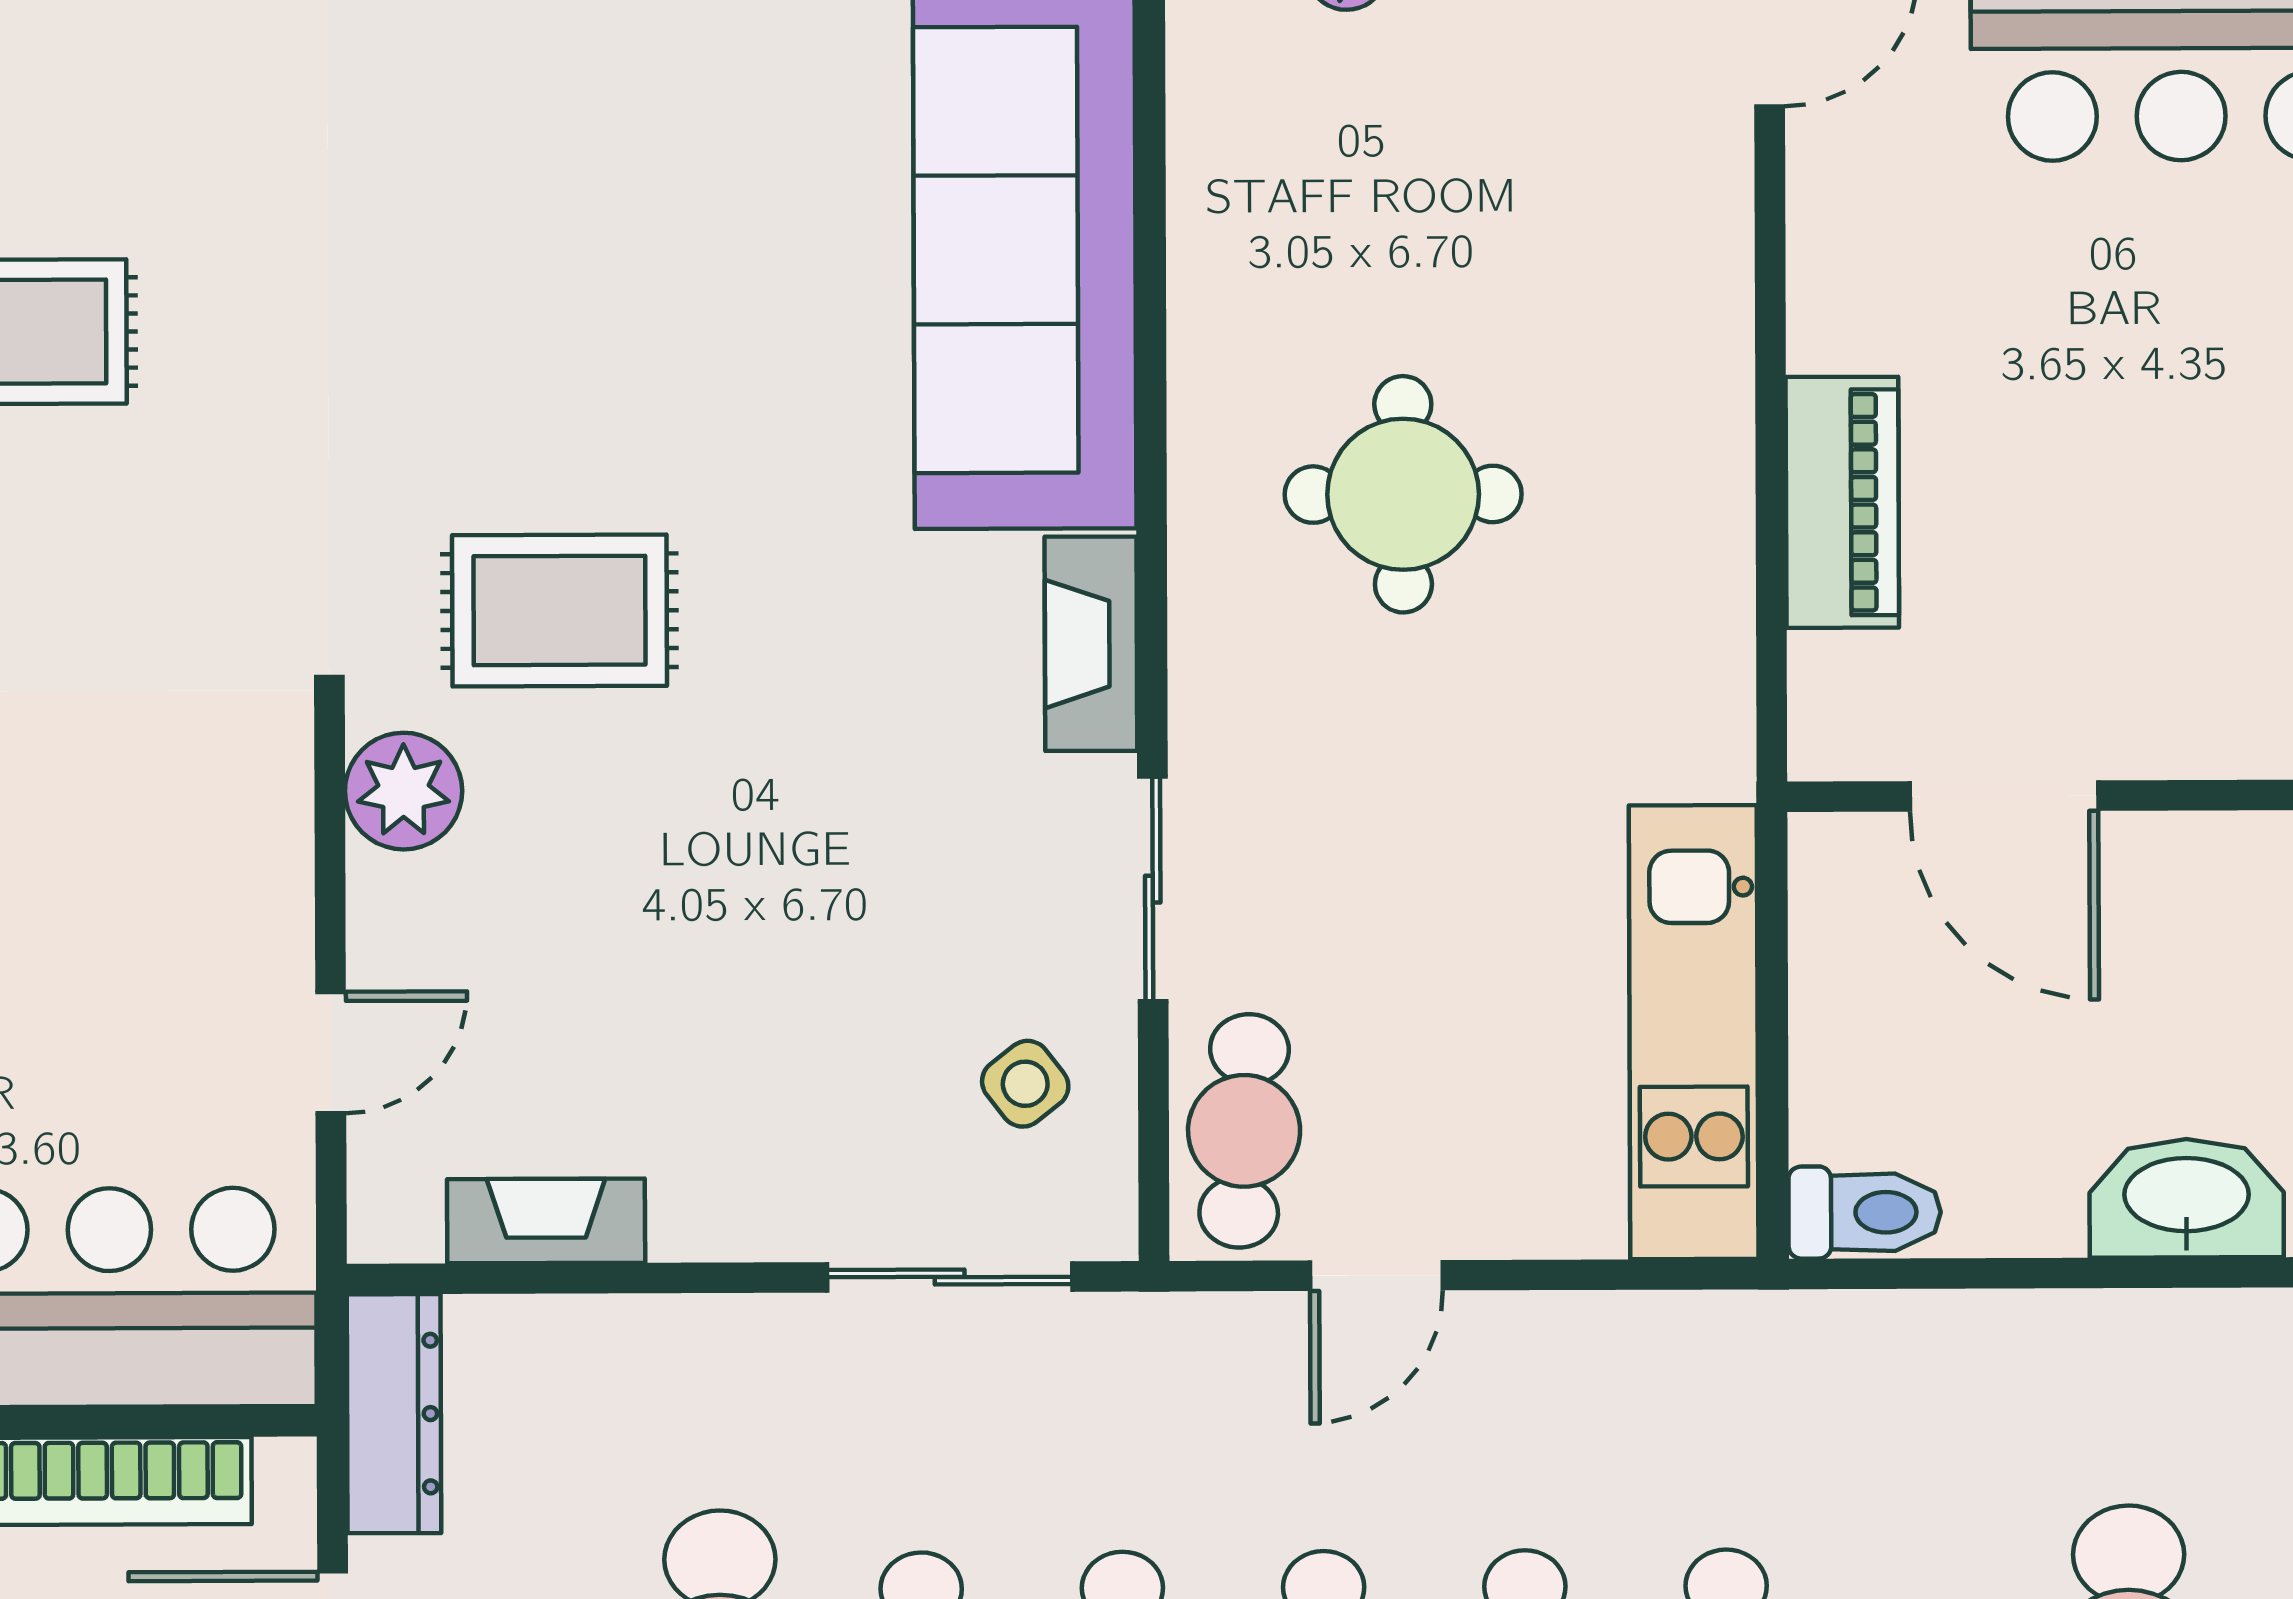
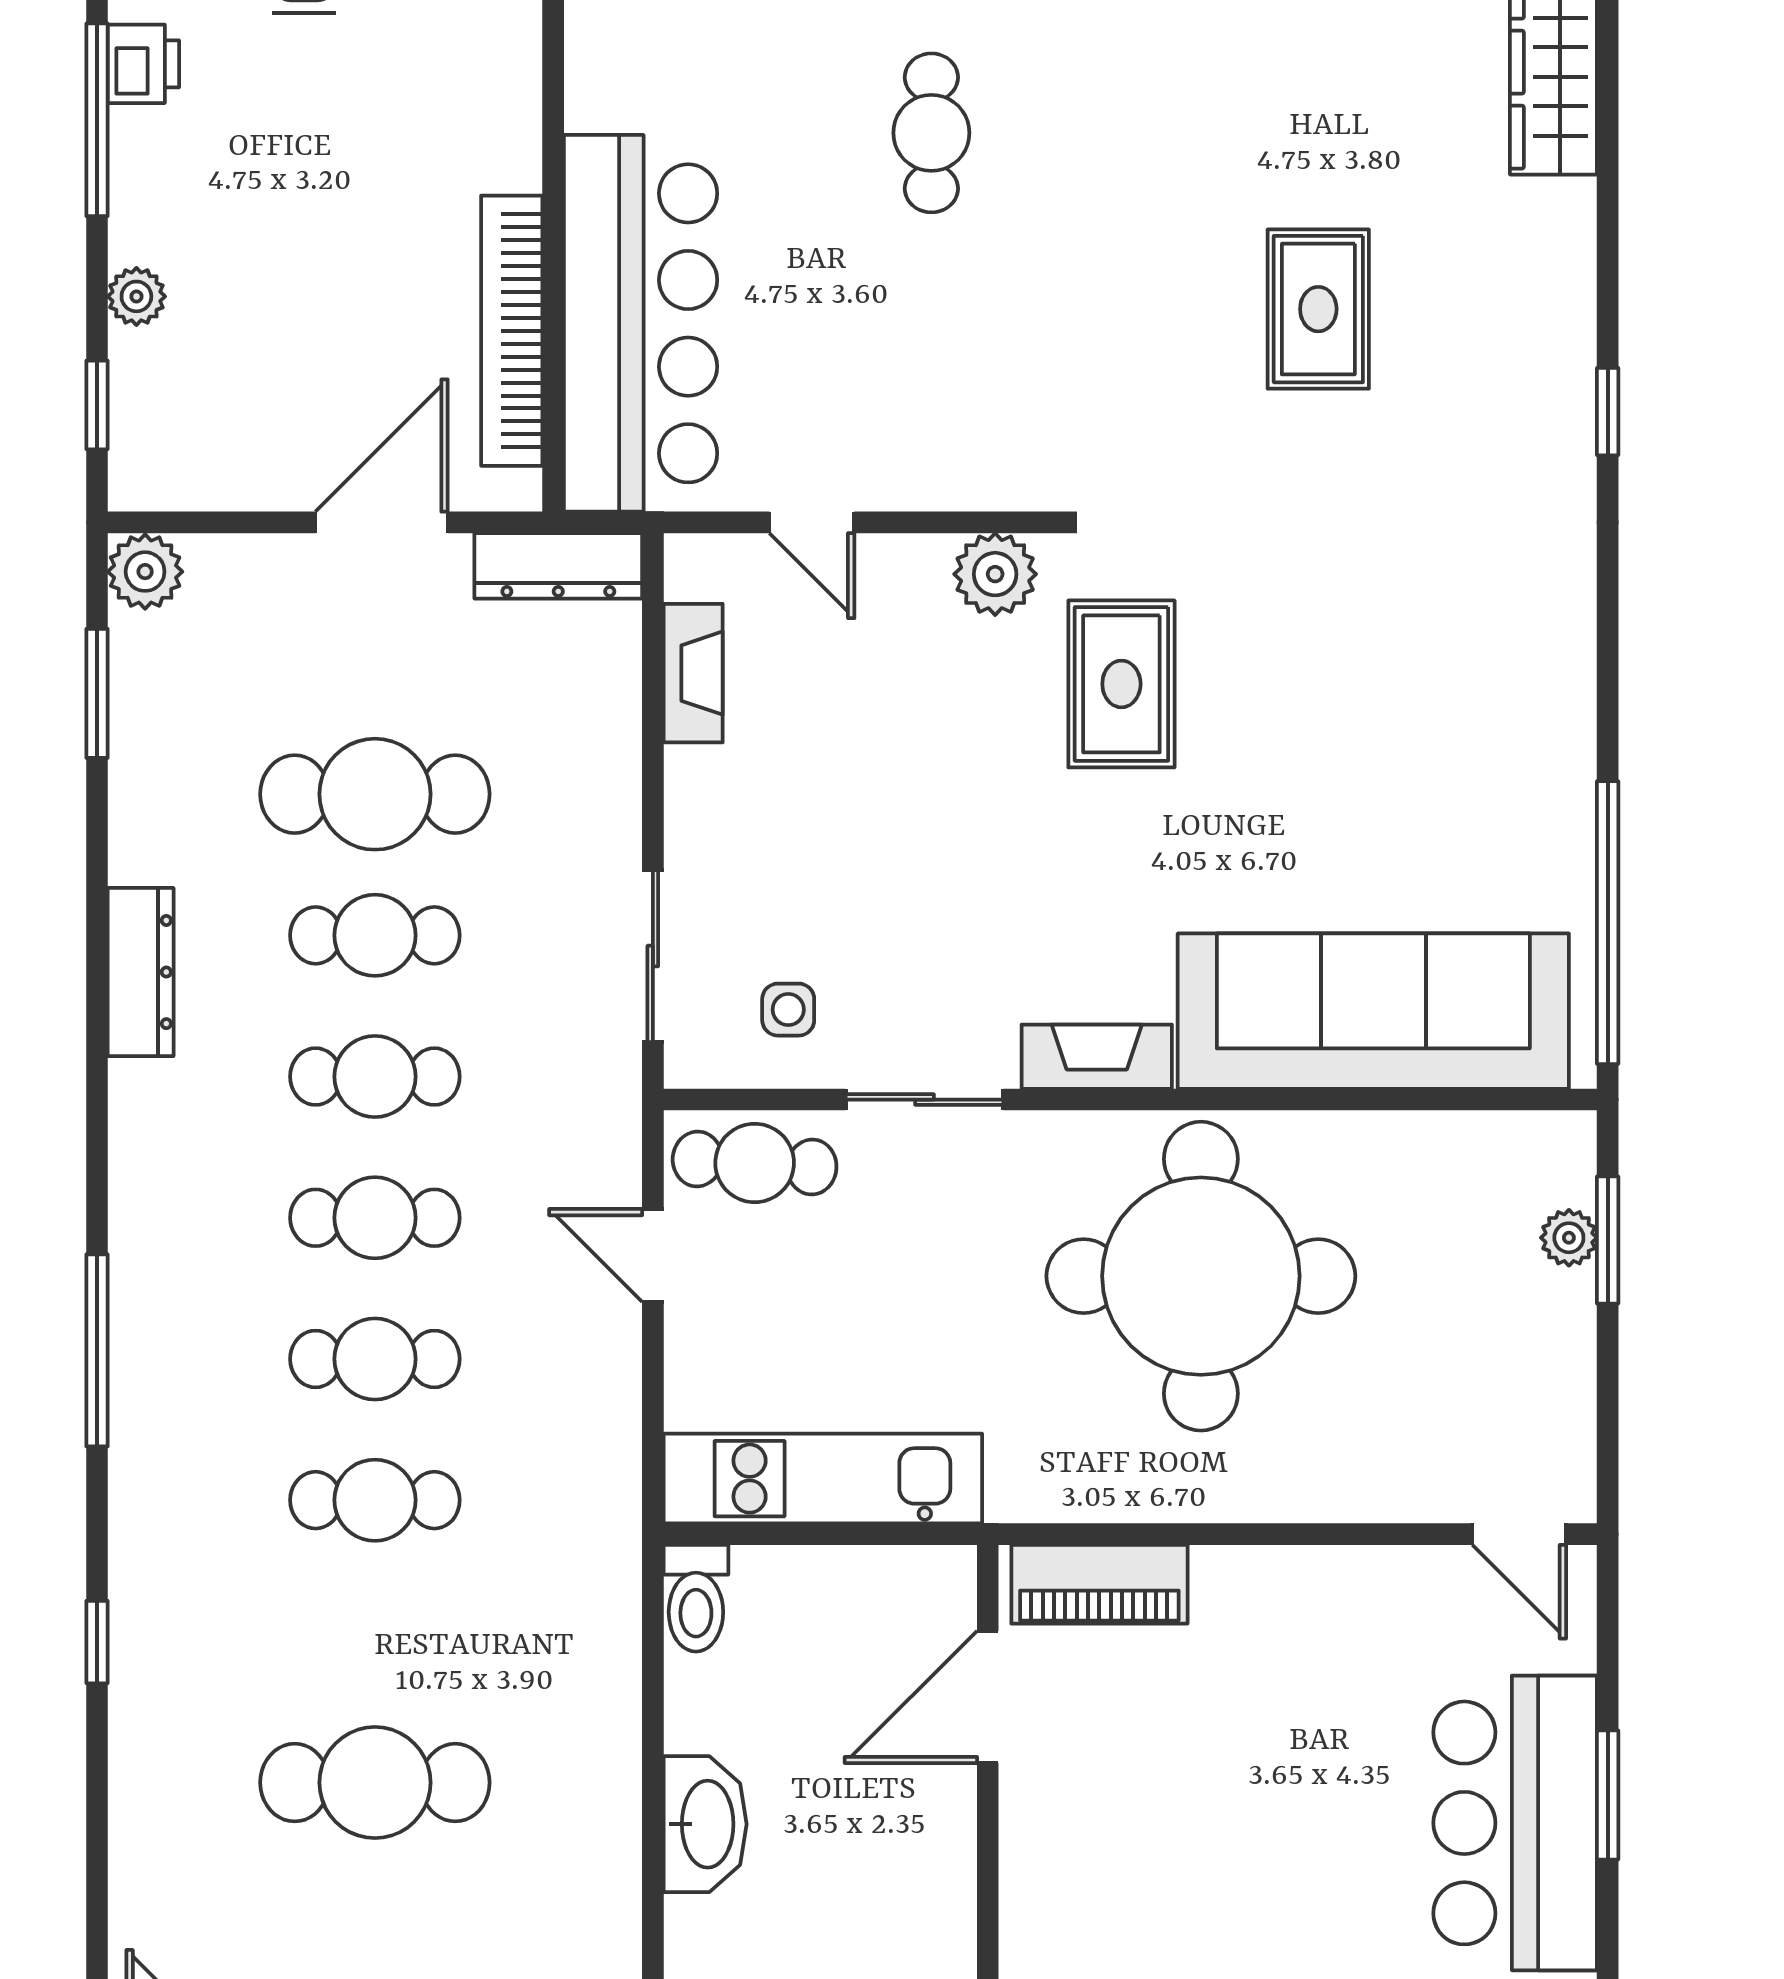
round table: (1403, 494) -> (1201, 1276), width x1.86, depth x1.86
piano: (1842, 502) -> (1099, 1584), moved
side table: (1025, 1084) -> (788, 1010), turned 38

